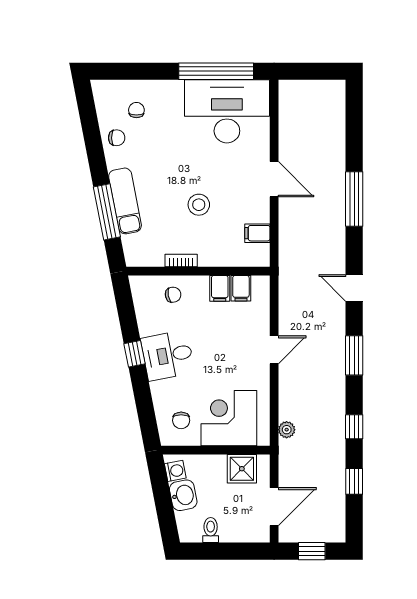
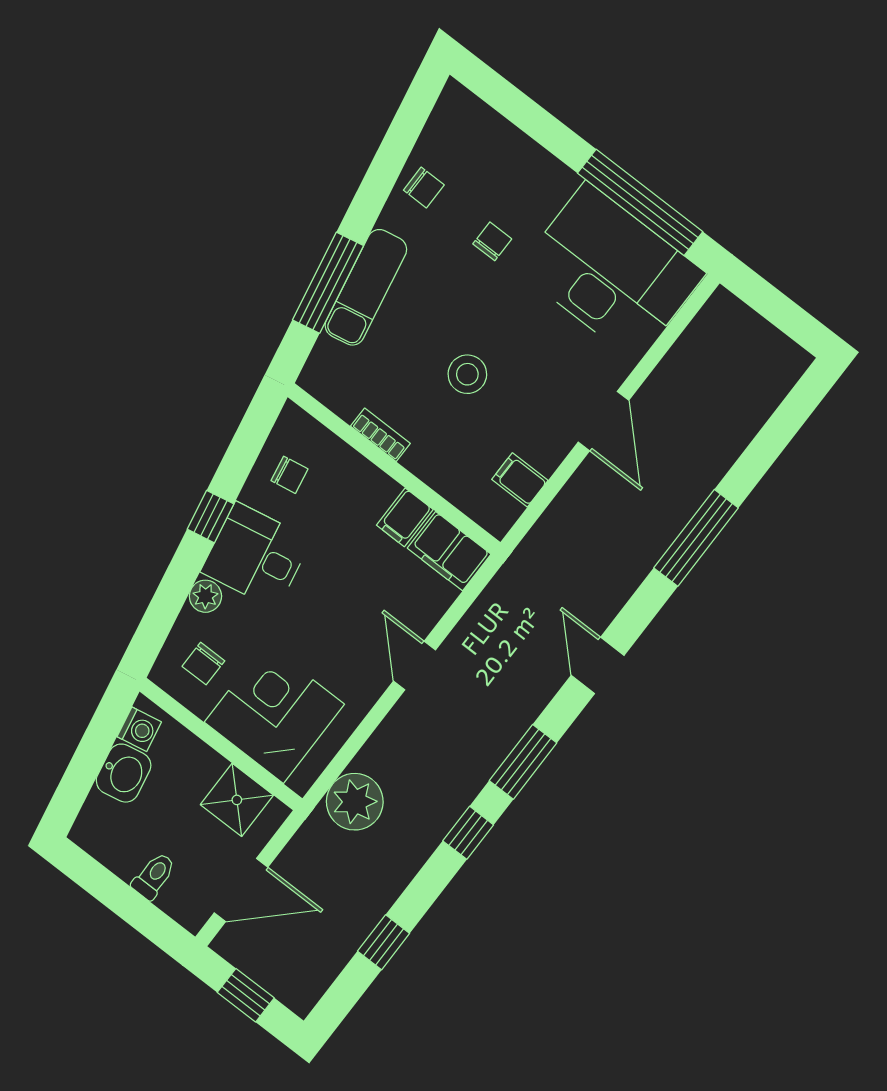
chair: (136, 110) -> (492, 241), moved
filing cabinet: (241, 288) -> (449, 551), width x2.00
chair: (173, 295) -> (290, 475), moved
door: (274, 350) -> (415, 666), swing flipped
plant: (159, 390) -> (205, 596), added
window: (354, 427) -> (468, 833), moved
plant: (287, 430) -> (355, 802), width x1.88, depth x1.88
toilet: (211, 530) -> (154, 876), moved

